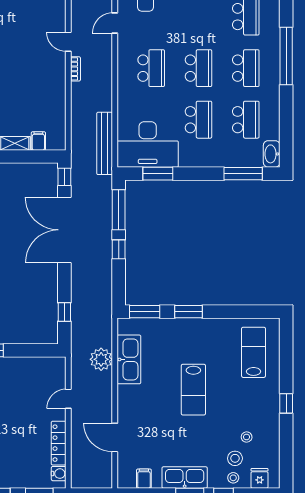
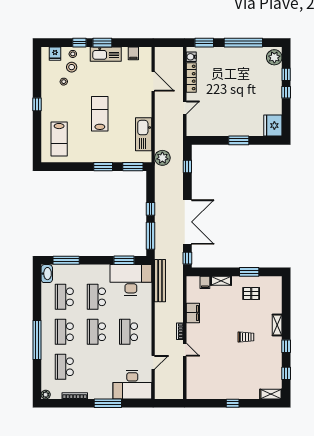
filing cabinet: (56, 96) -> (193, 313), added
plant: (101, 359) -> (162, 158), moved

